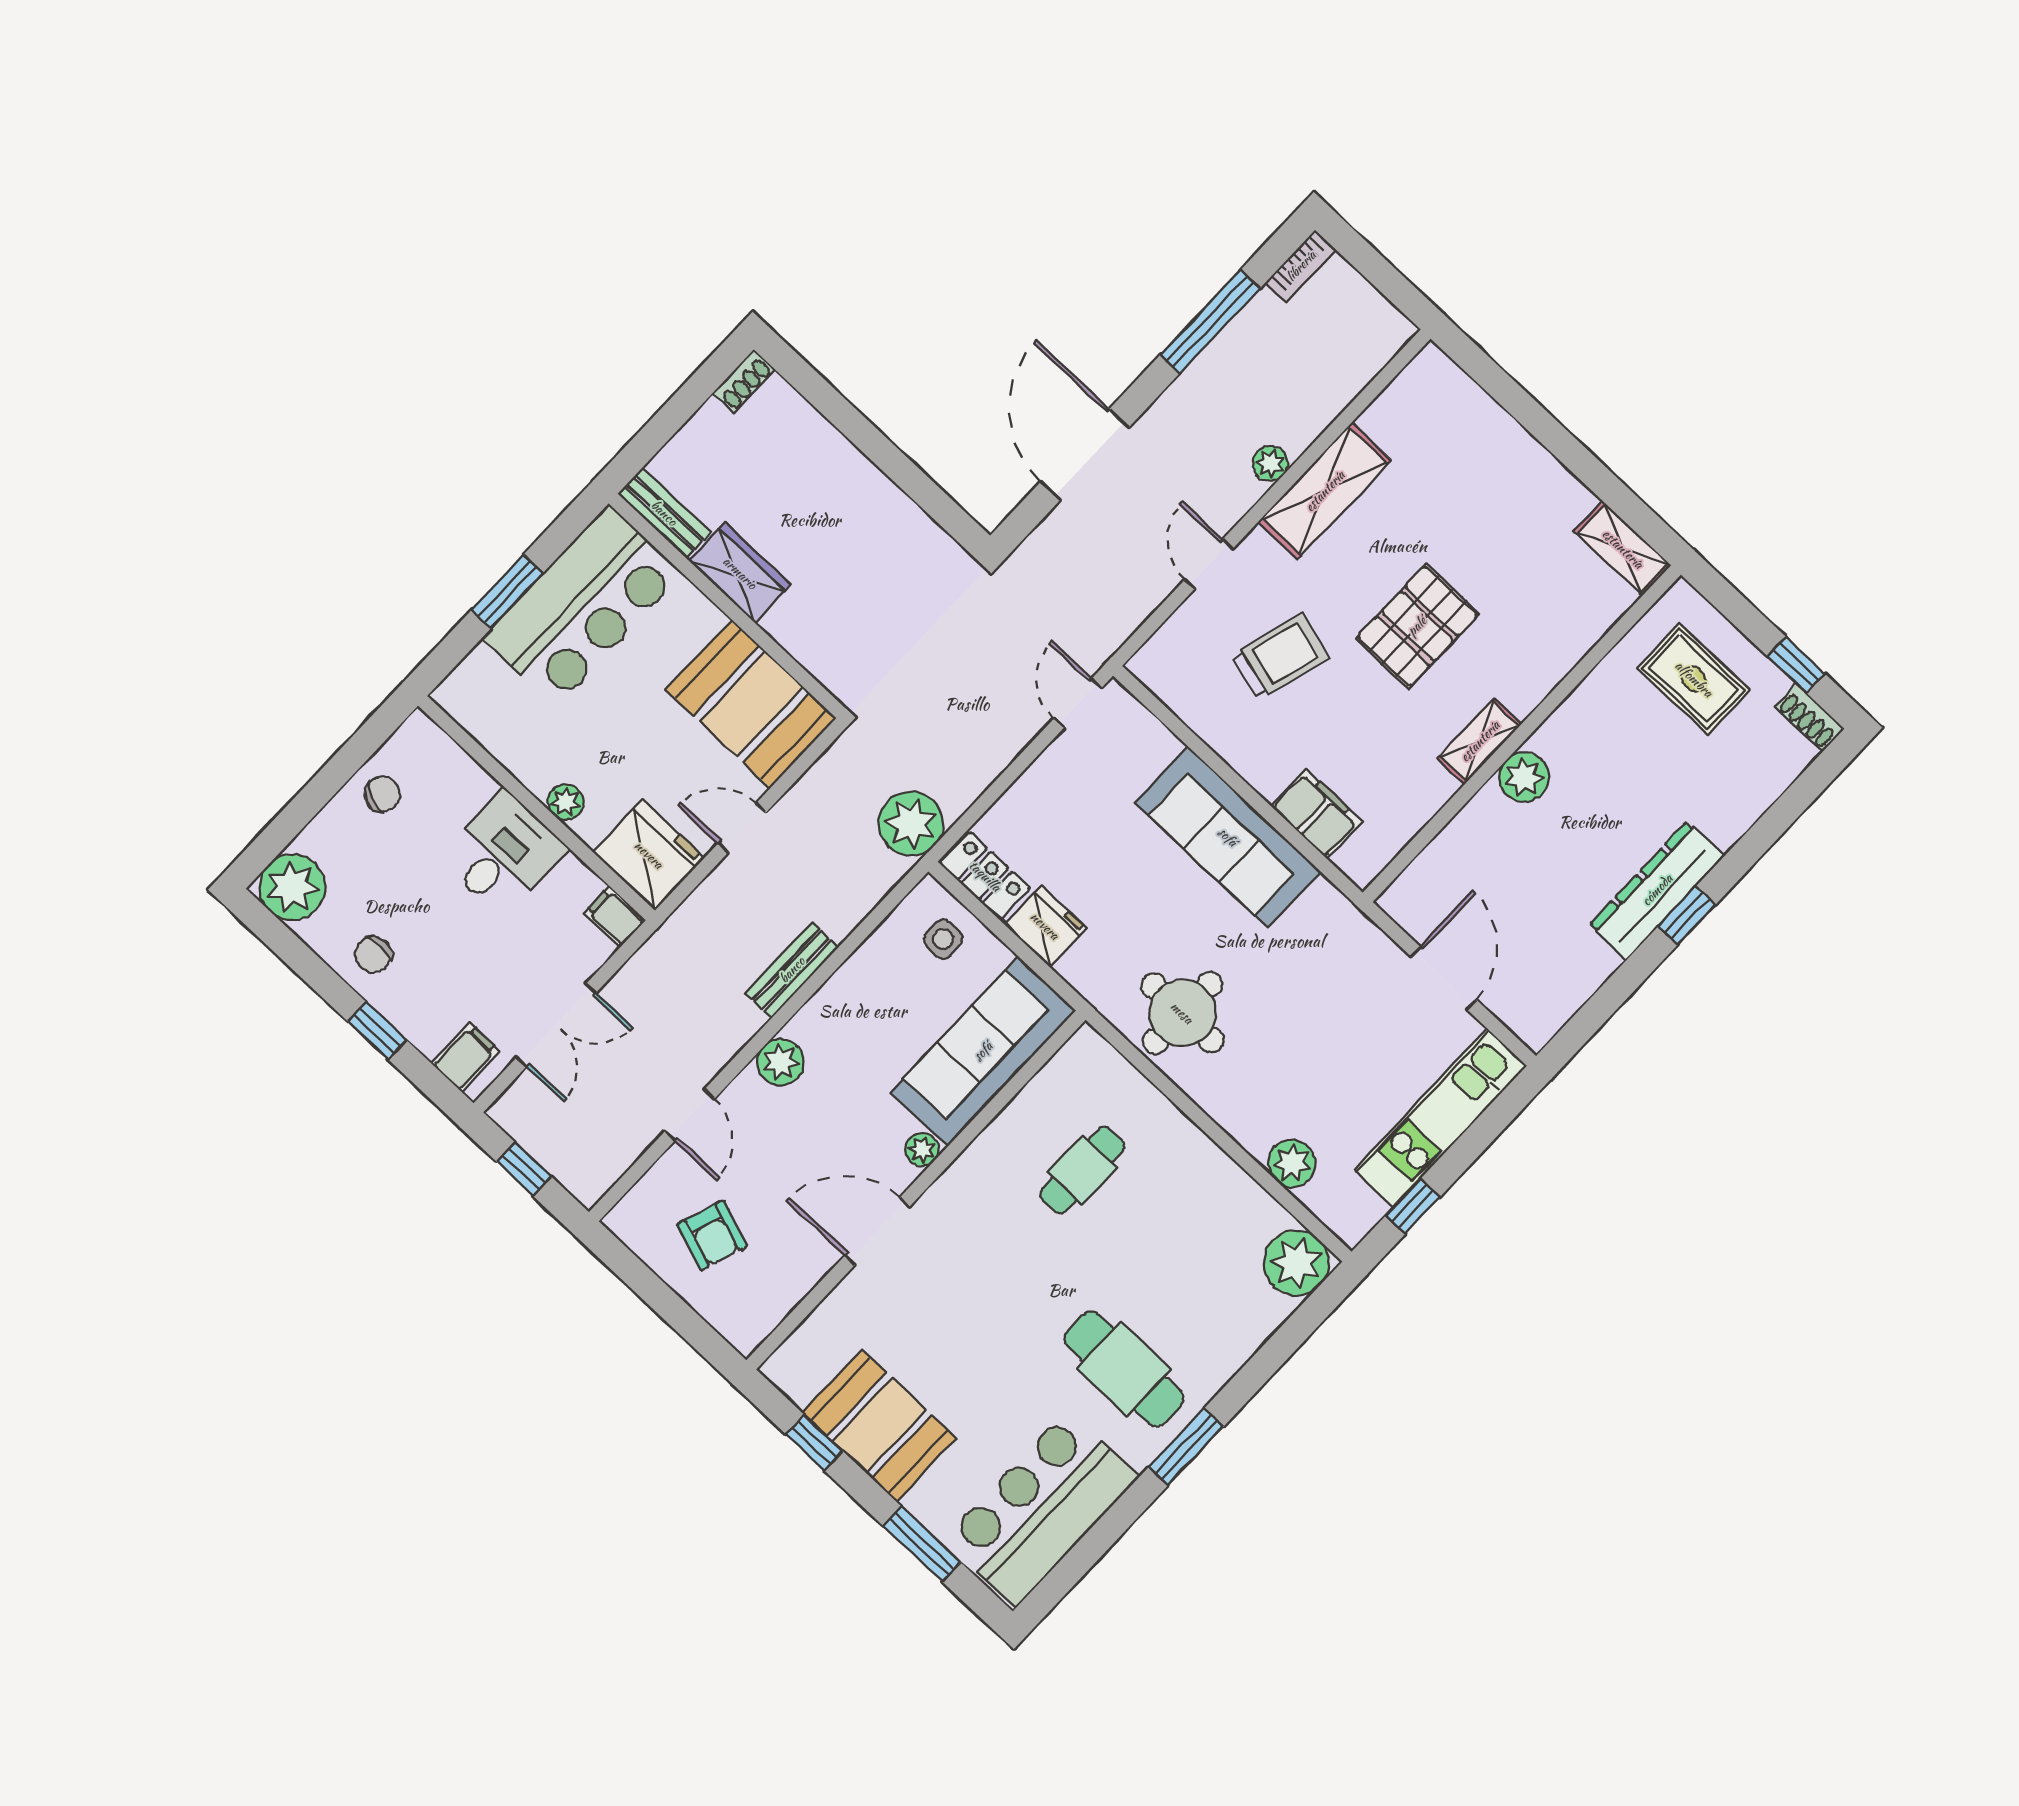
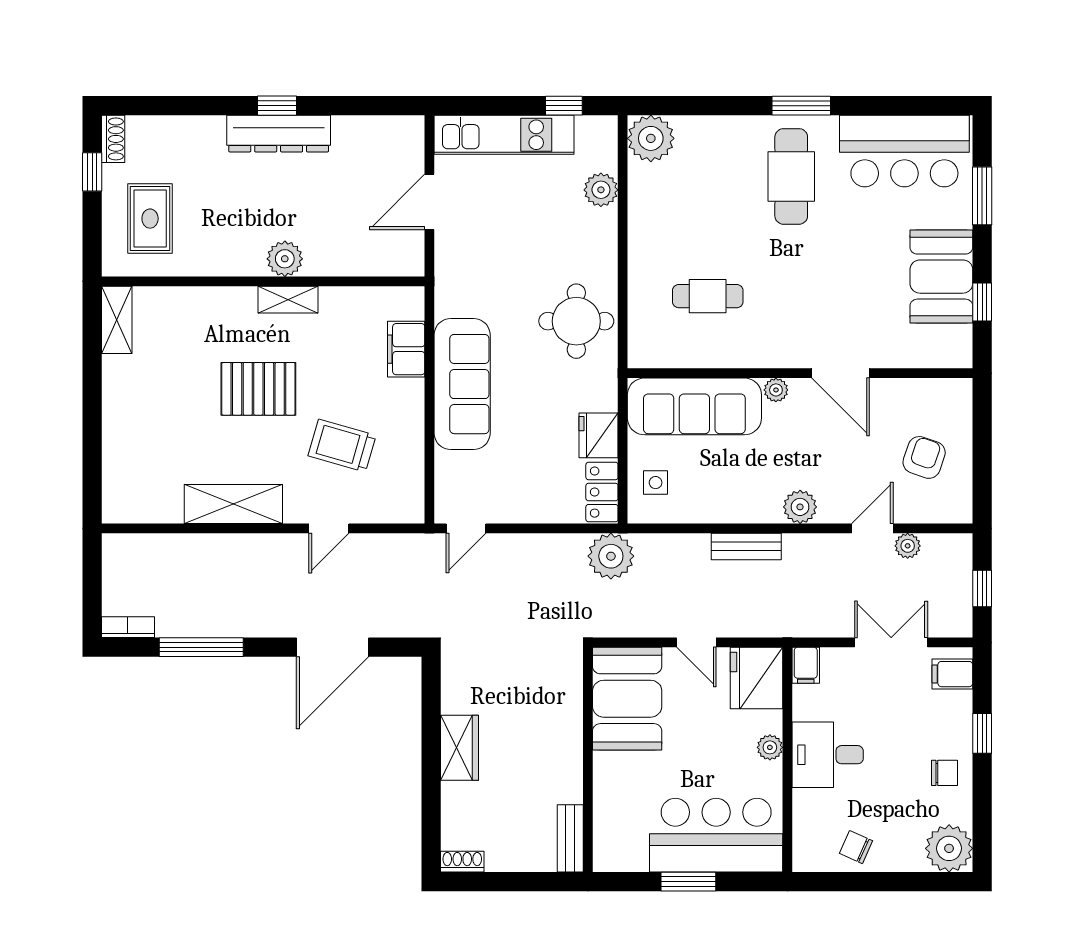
plant: (1270, 464) -> (908, 546), moved
wardrobe: (740, 573) -> (459, 748), moved, turned 180
bar counter: (582, 606) -> (716, 835), moved

